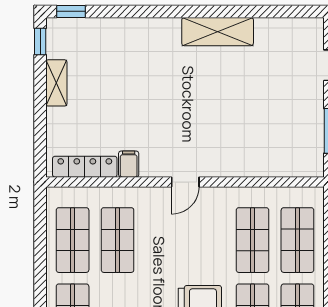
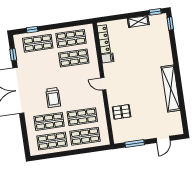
shelving: (218, 32) -> (171, 88), width x1.47
pallet: (254, 150) -> (122, 112), added

